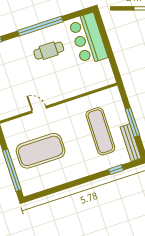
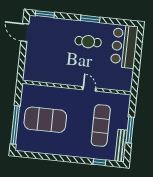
window: (40, 26) -> (90, 19), width x0.47
door: (39, 109) -> (89, 89), moved

